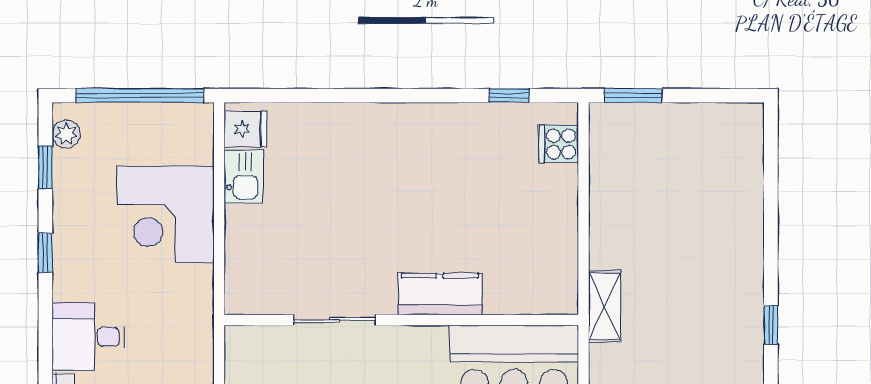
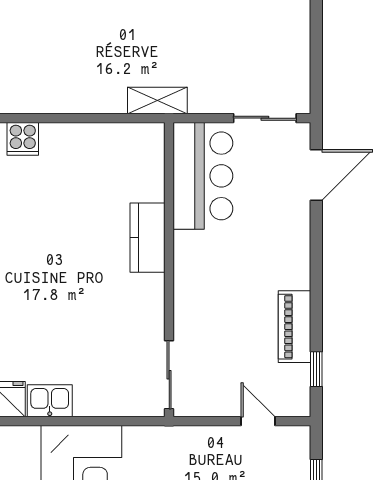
sliding door: (334, 320) -> (169, 375), moved

